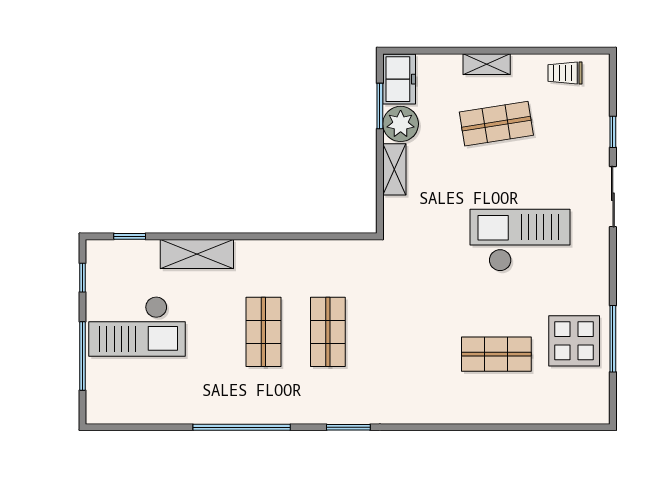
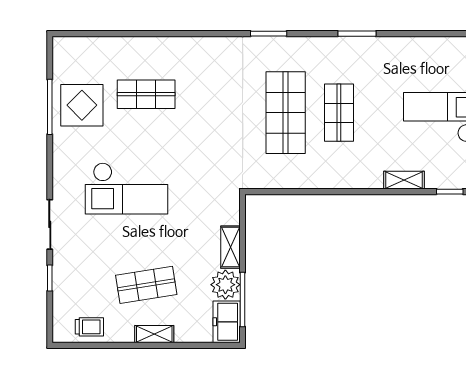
window: (380, 106) -> (243, 300), width x1.44
shelving: (197, 254) -> (404, 180), width x0.67, depth x0.75
shop shelf: (328, 332) -> (286, 113), width x1.43, depth x1.36
window: (242, 427) -> (357, 34), width x0.47

